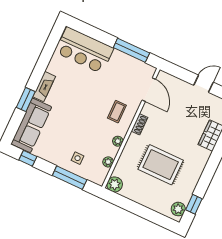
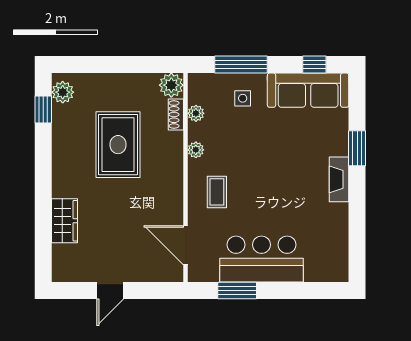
bar counter: (84, 50) -> (262, 259), moved
window: (131, 50) -> (237, 291), width x0.69
shoe rack: (139, 124) -> (176, 115), moved
sofa: (31, 125) -> (308, 90), moved, turned -90
rug: (161, 165) -> (118, 145), turned 90

